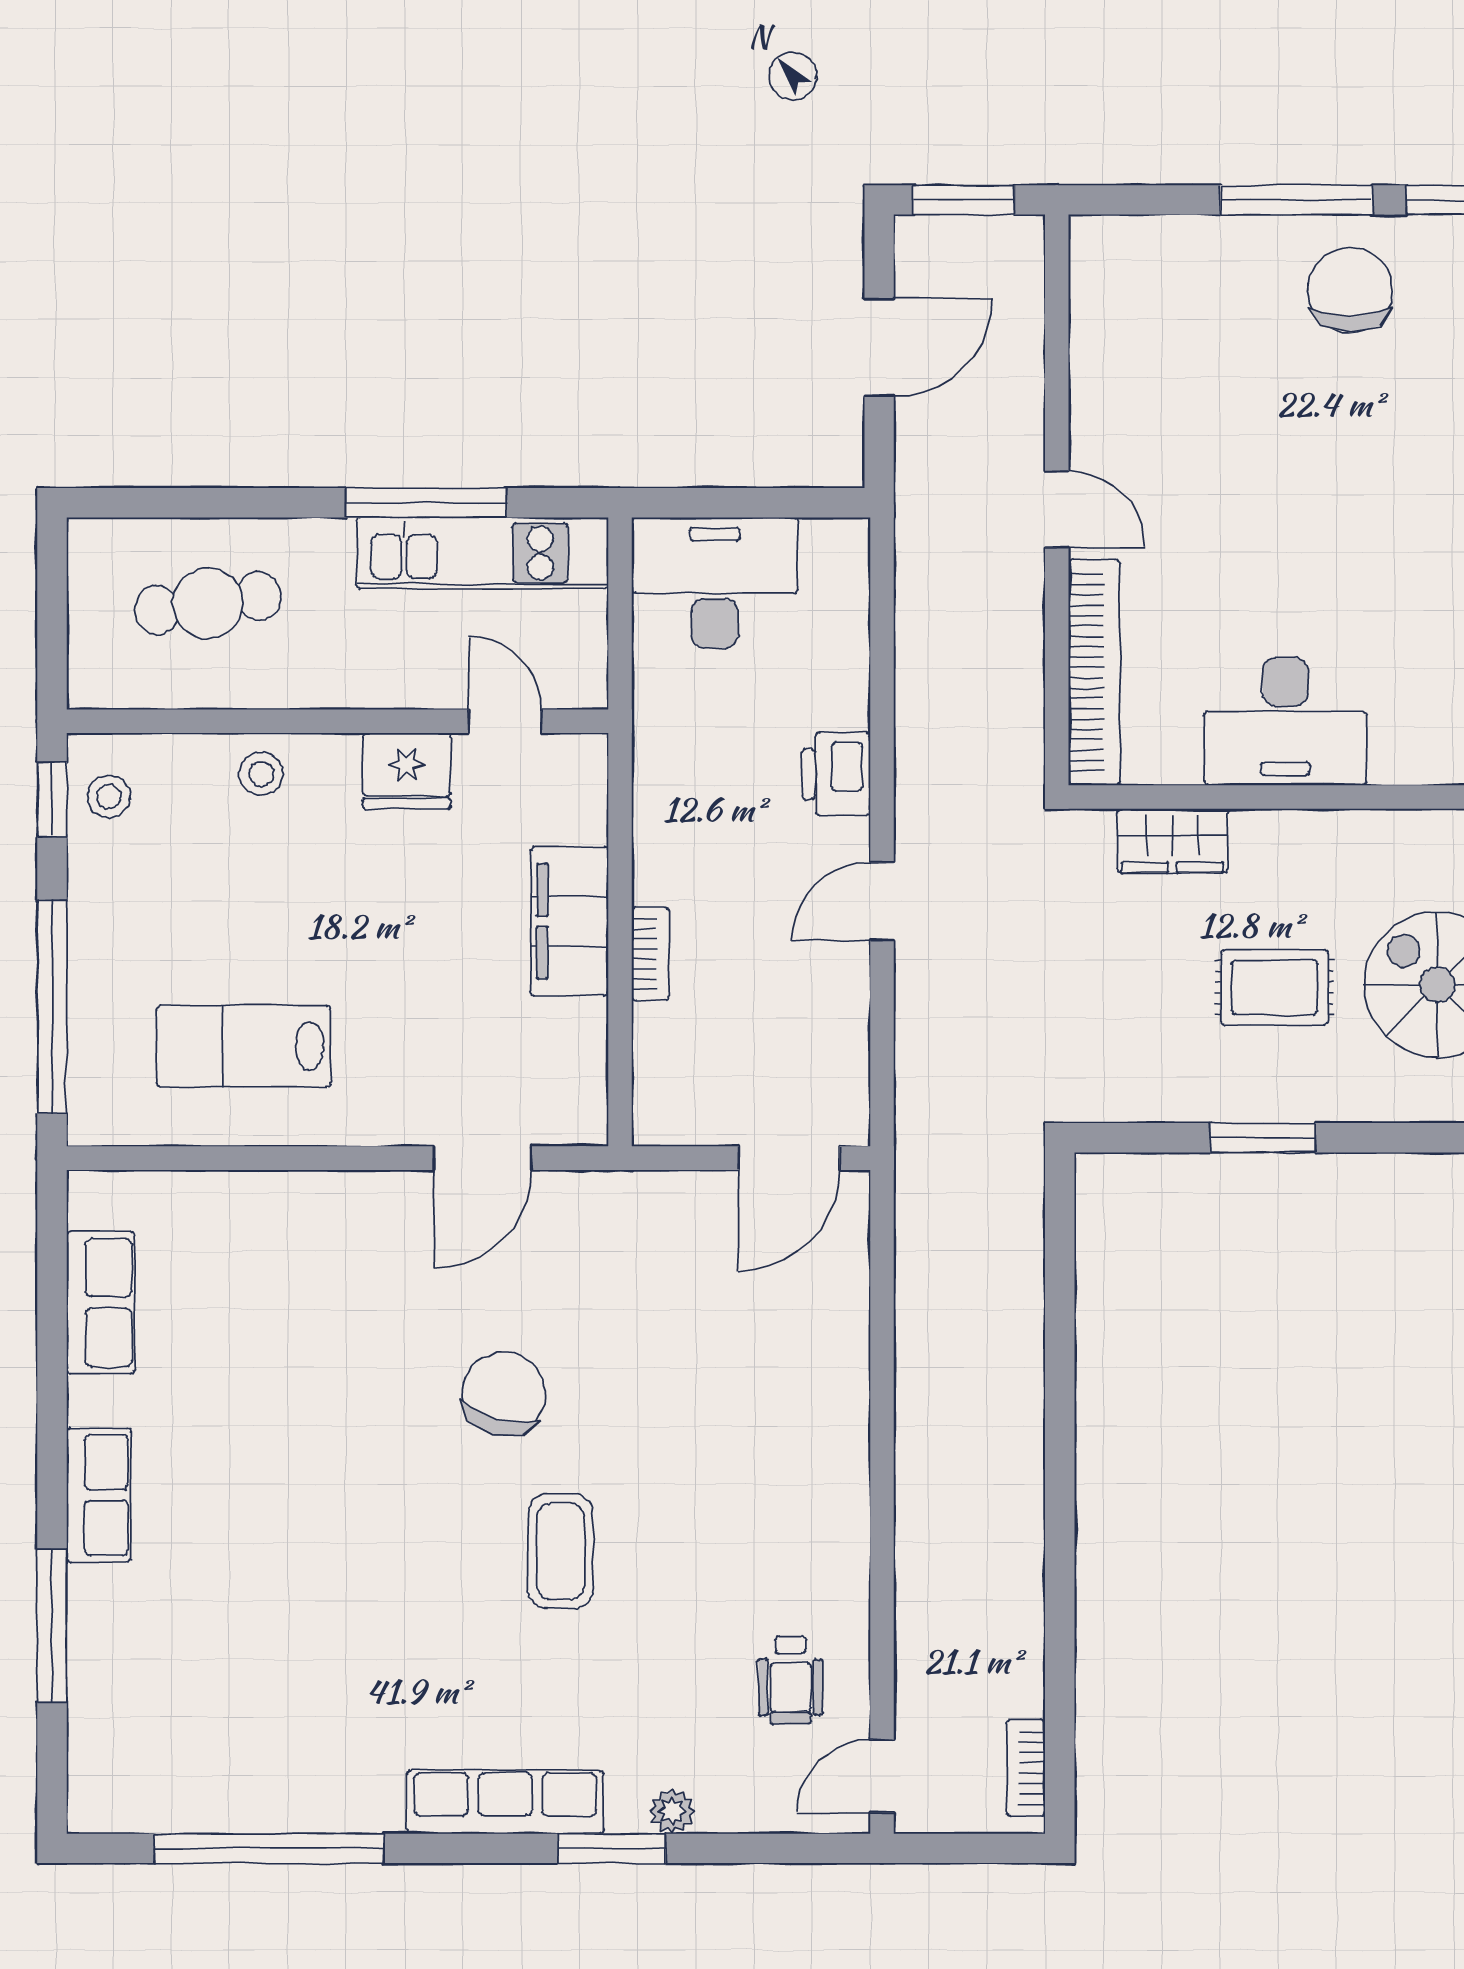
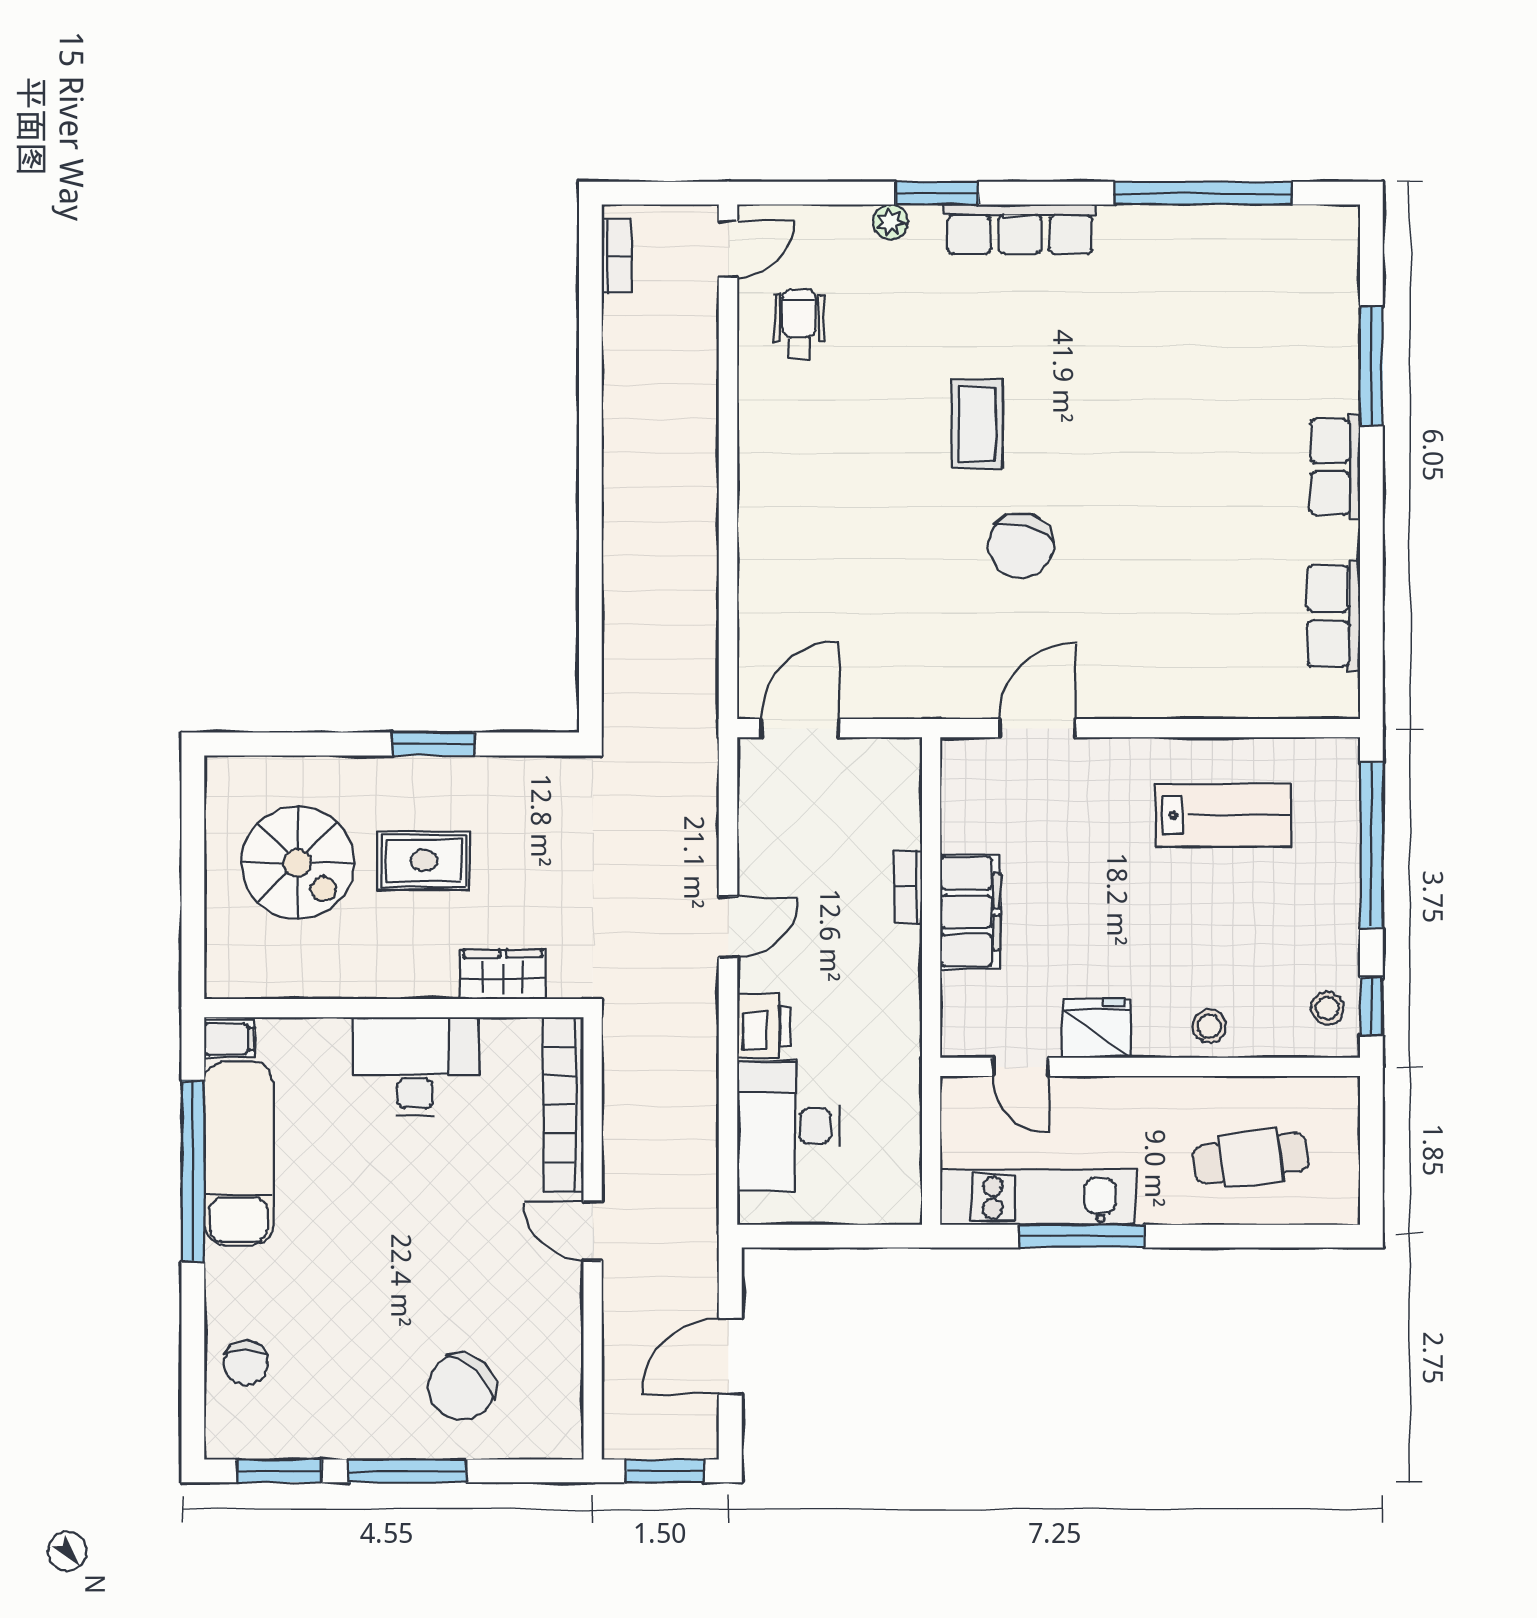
chair: (1350, 290) -> (462, 1387), moved, turned 44
desk: (715, 583) -> (788, 1126), moved, turned 90

